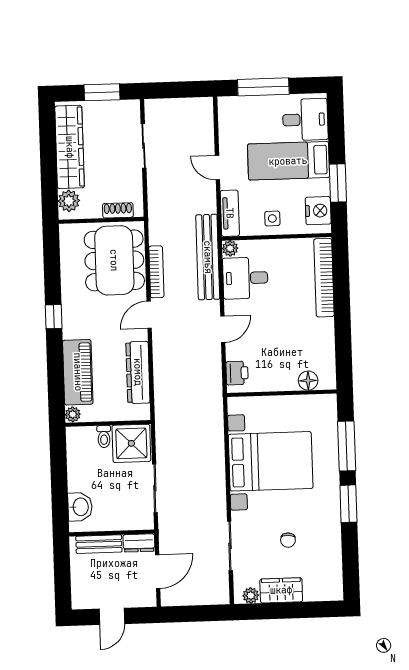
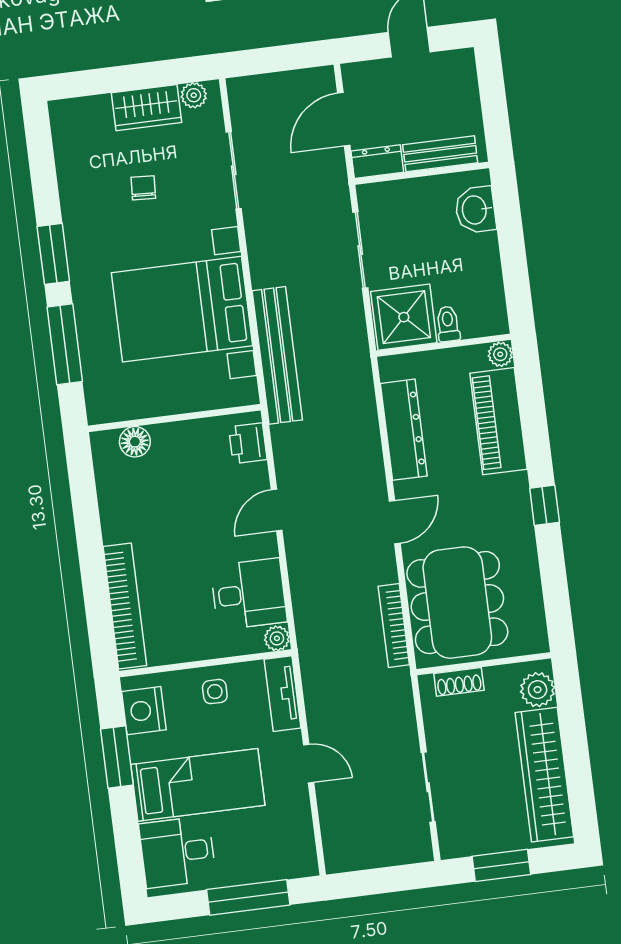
bench: (208, 257) -> (277, 355), moved
bookcase: (156, 272) -> (394, 625), moved

